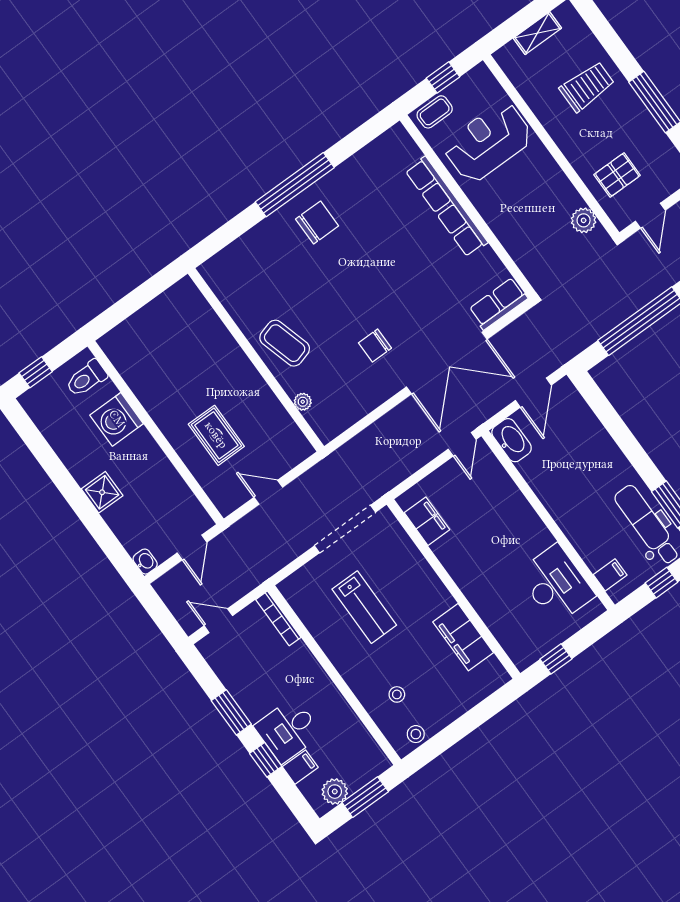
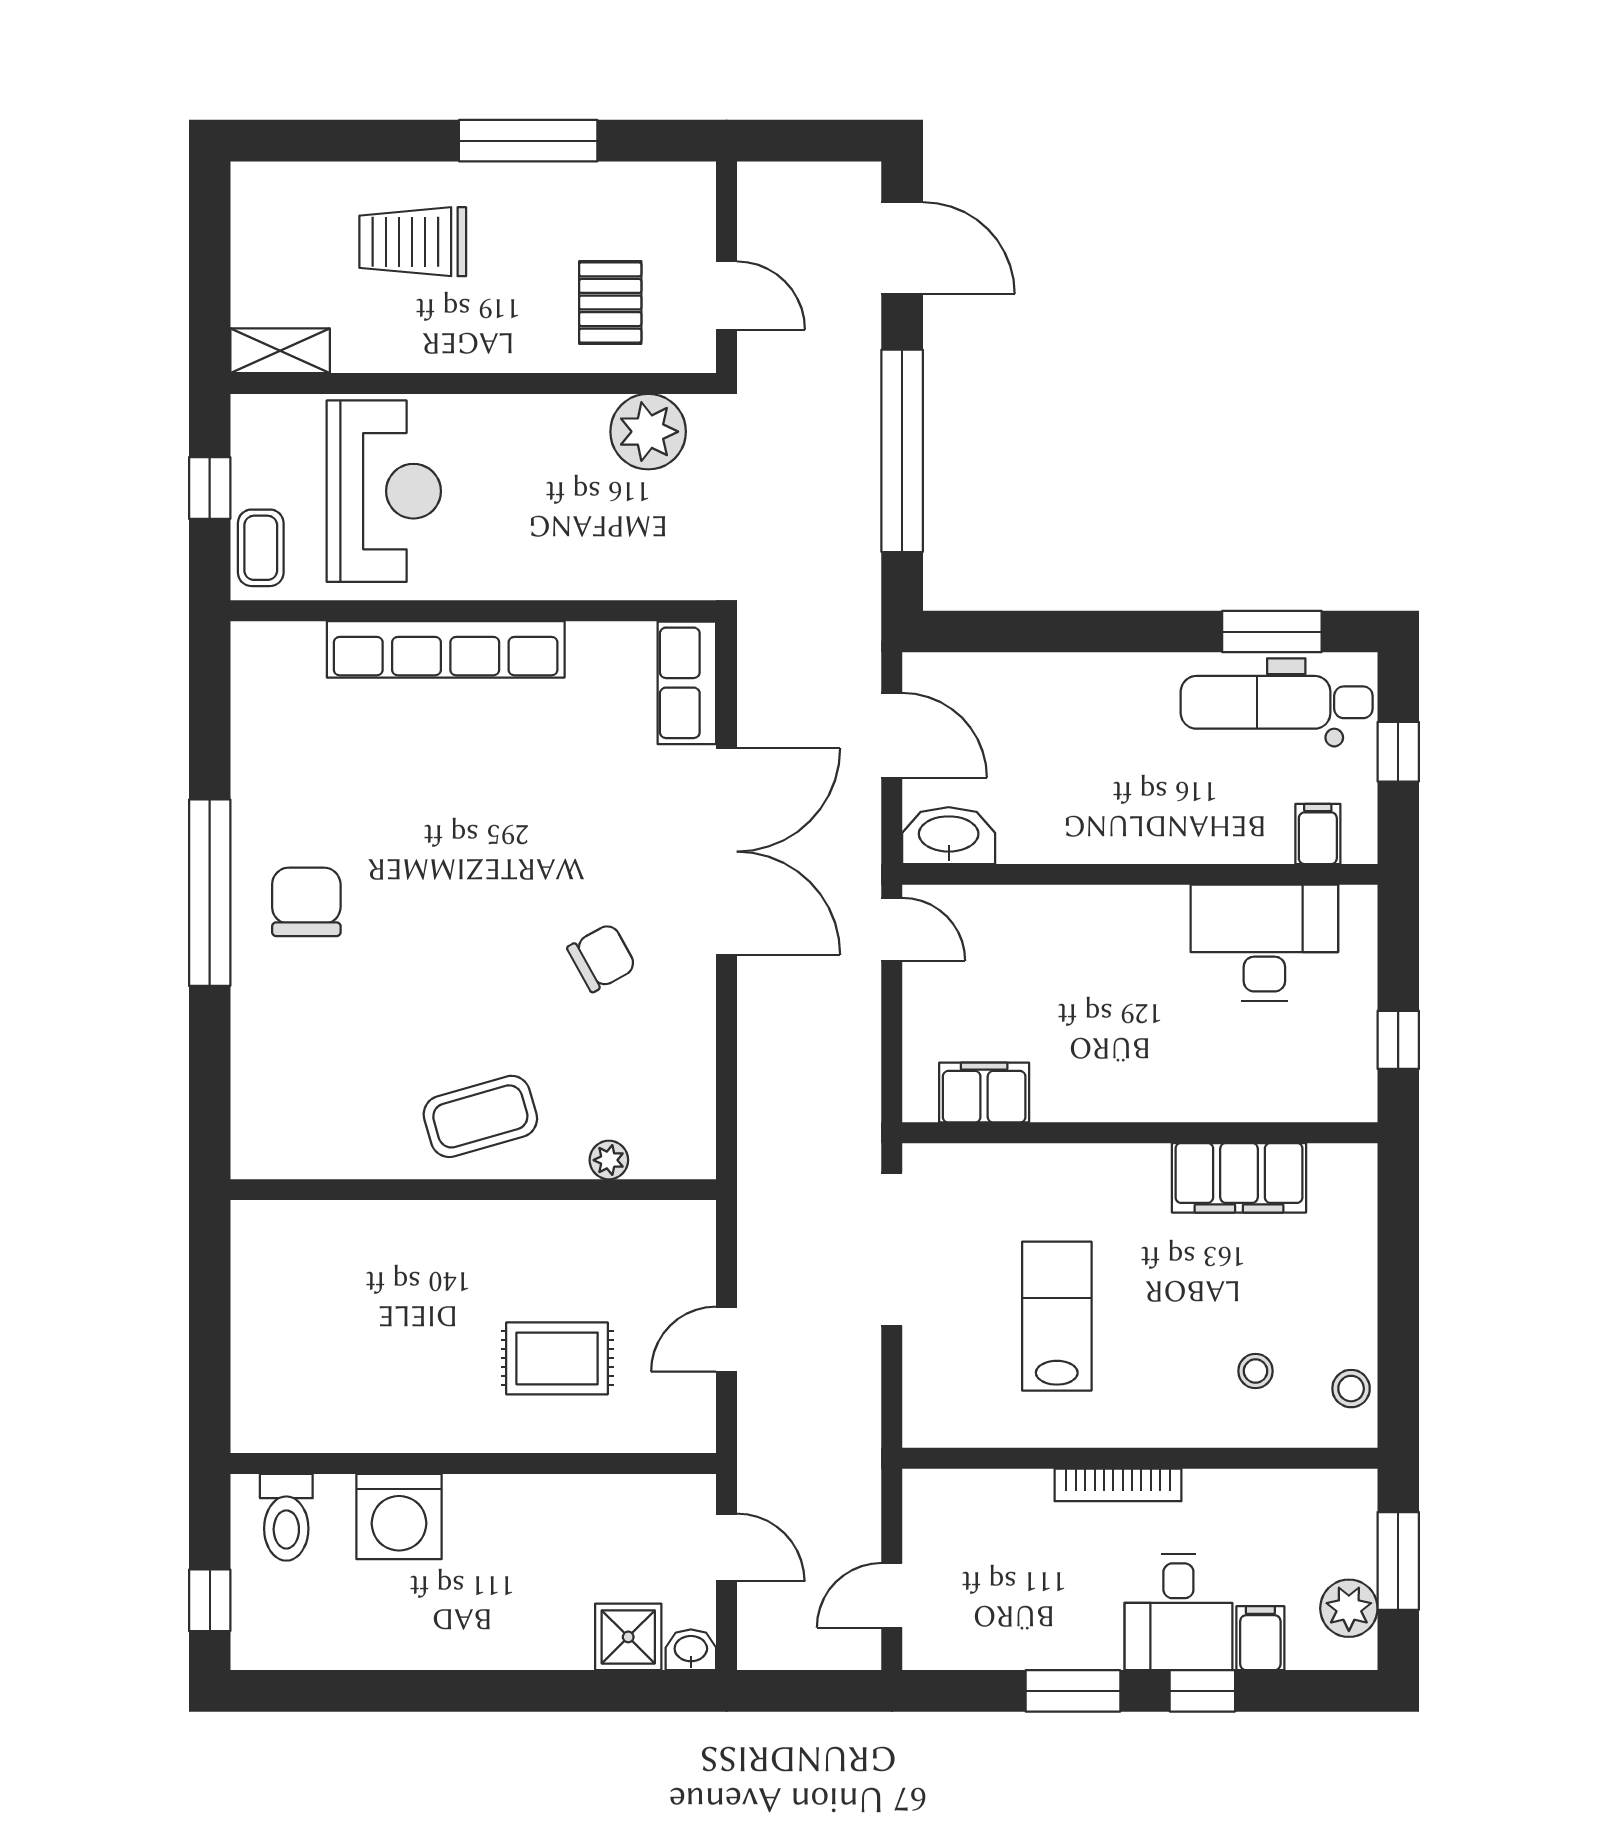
shelving: (537, 33) -> (280, 351), moved, turned 90
trolley: (587, 86) -> (413, 242), turned -90
reception desk: (488, 142) -> (384, 491), turned 180
plant: (584, 220) -> (648, 432), width x1.36, depth x1.36
chair: (375, 345) -> (602, 958), turned -119
shower: (102, 492) -> (628, 1637), moved
lab bench: (364, 607) -> (1057, 1316), turned -90
bookcase: (278, 618) -> (1118, 1485), moved

